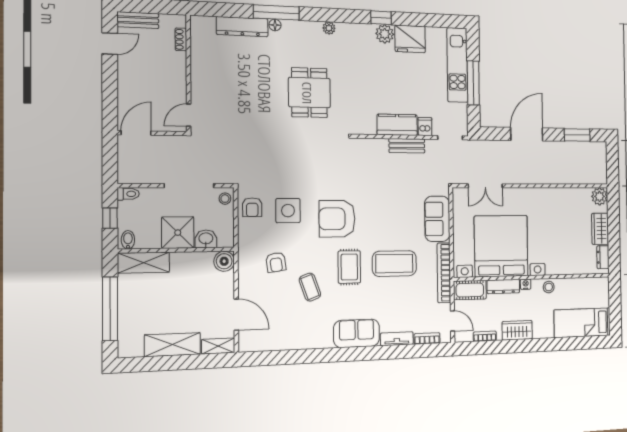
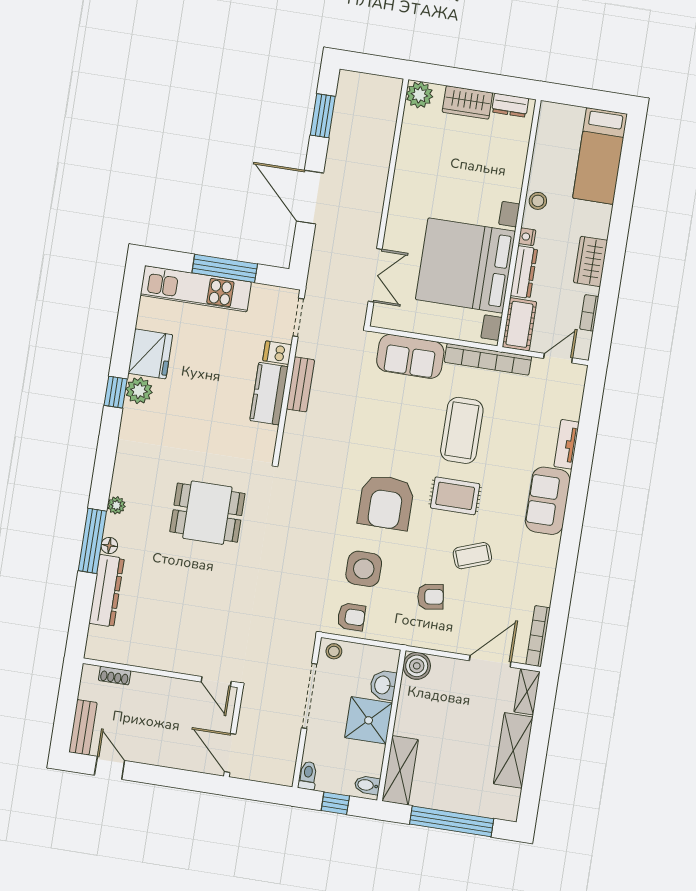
plant: (329, 28) -> (116, 505), moved
bookcase: (427, 338) -> (538, 636), moved, width x1.56

